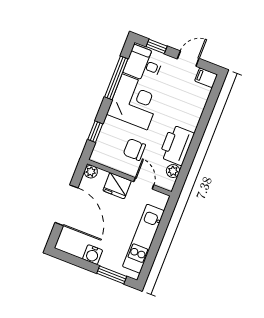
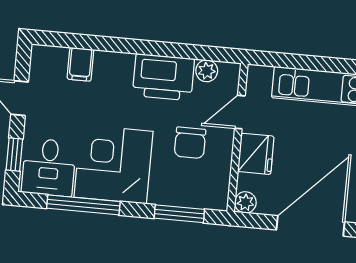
filing cabinet: (206, 78) -> (80, 64), moved
window: (95, 132) -> (179, 214), width x1.50

